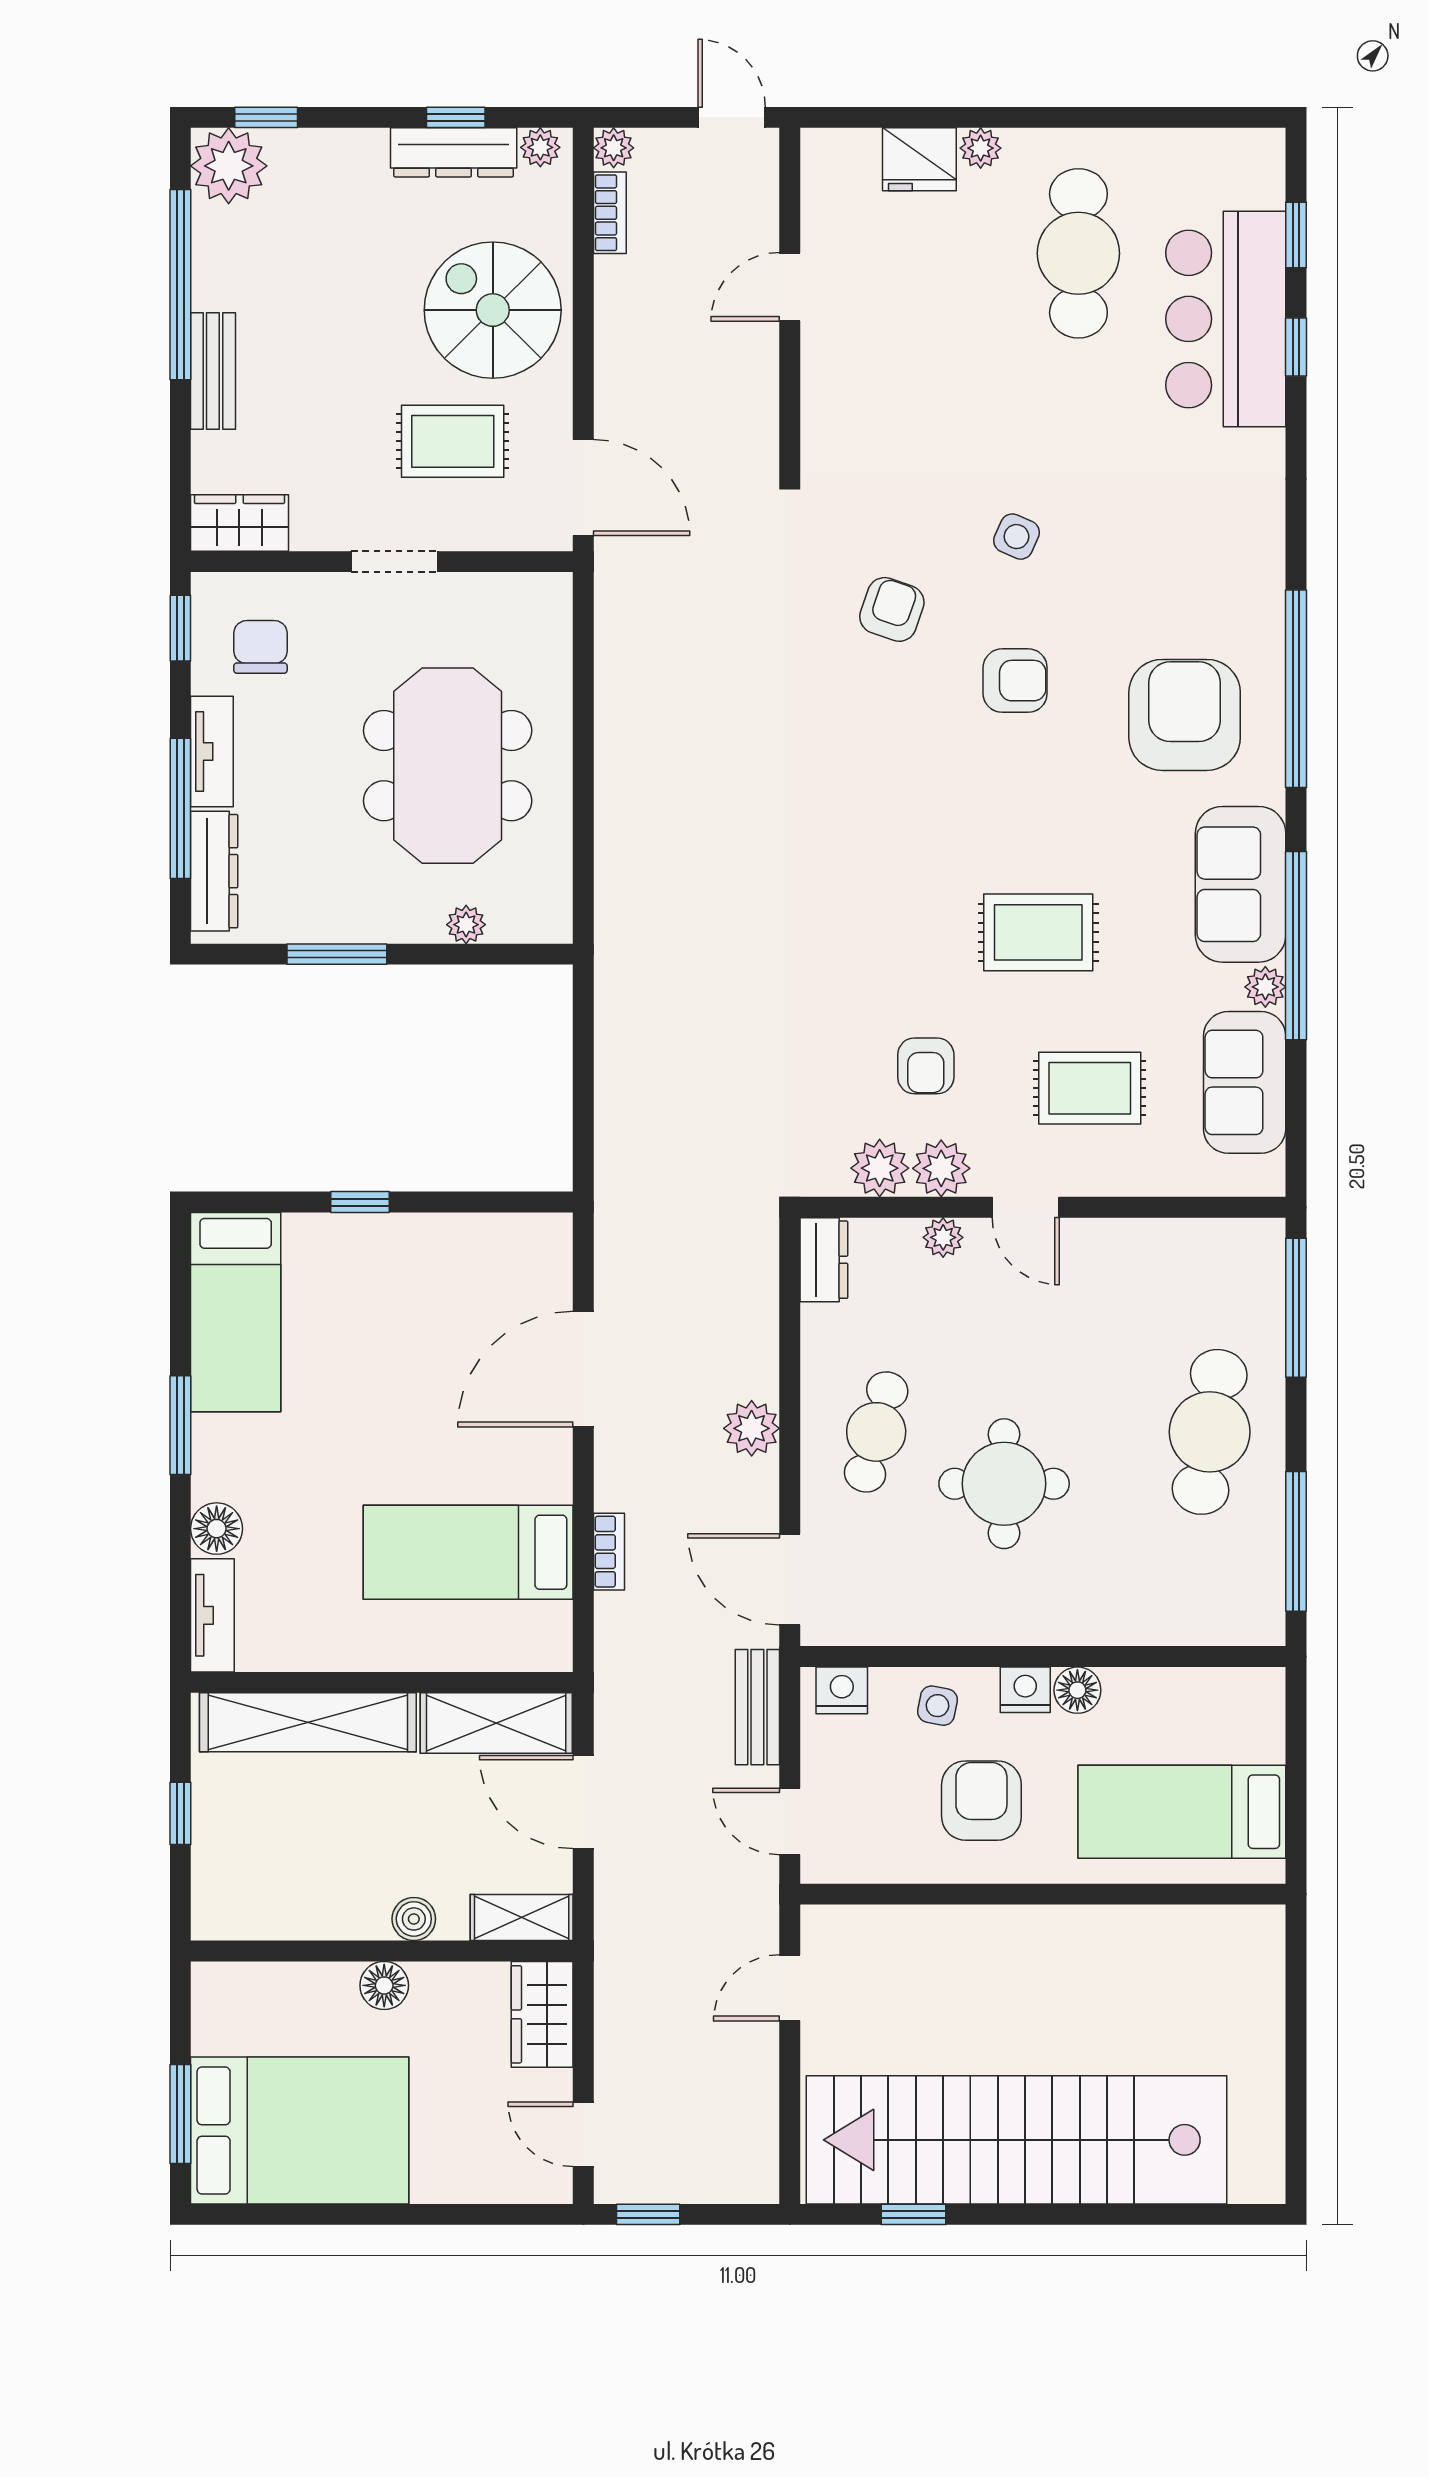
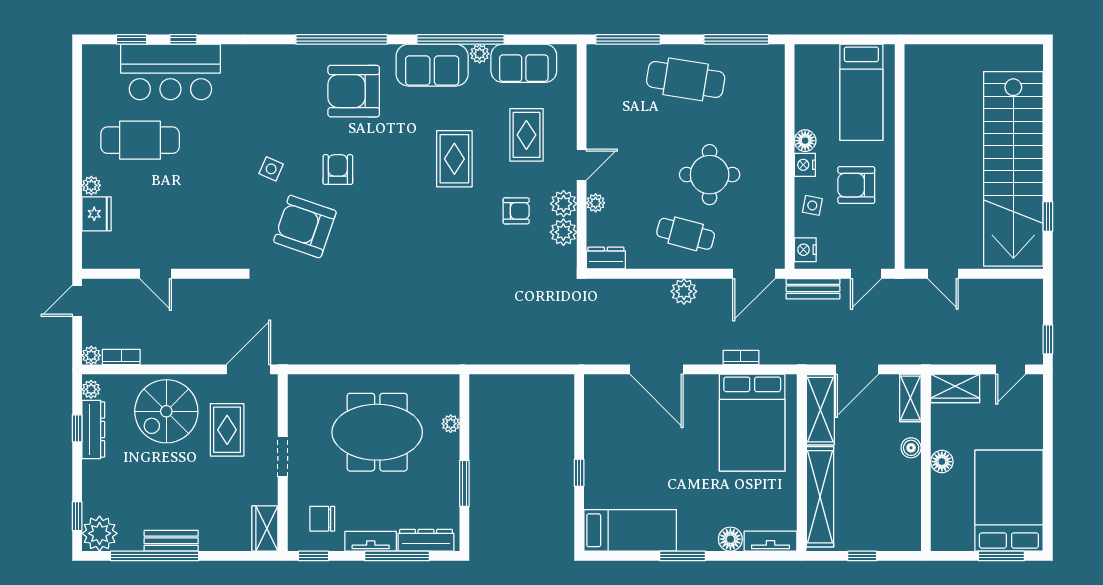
bench: (213, 371) -> (171, 541), moved
armchair: (892, 609) -> (305, 227), width x1.88, depth x1.88
bed: (468, 1552) -> (752, 423), width x1.50

